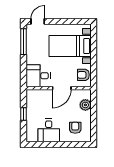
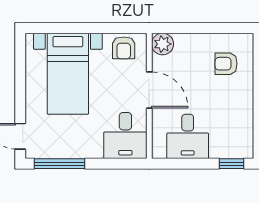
plant: (85, 105) -> (163, 44), moved
window: (24, 114) -> (232, 164), moved
desk: (49, 130) -> (188, 136), moved, turned 90

